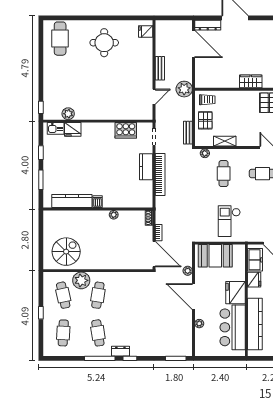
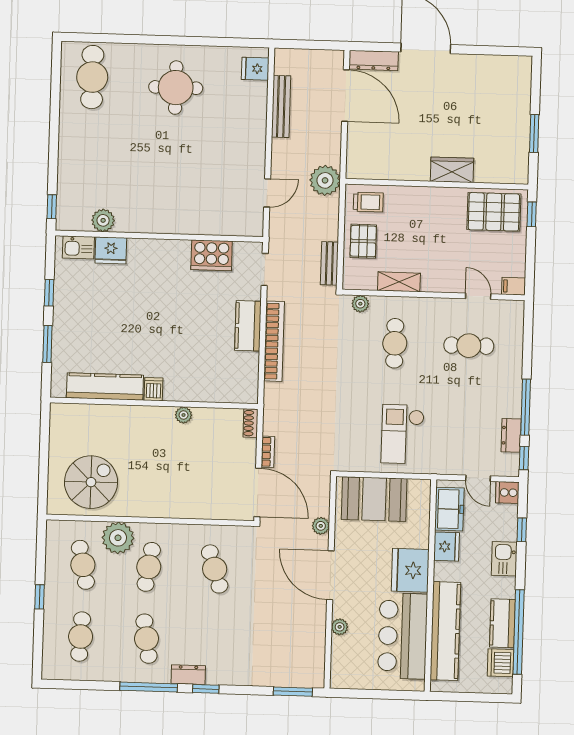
bench: (160, 68) -> (281, 106), moved, width x1.36
cafe table: (133, 295) -> (215, 569), added

